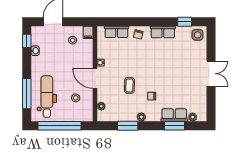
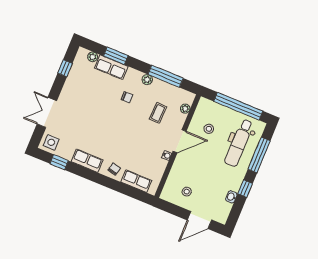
filing cabinet: (88, 32) -> (167, 193), removed
window: (27, 41) -> (245, 189), moved
double door: (211, 74) -> (47, 112), moved
door: (95, 78) -> (180, 141), hinge flipped
coffee table: (129, 85) -> (158, 113), moved
window: (211, 99) -> (65, 68), added
window: (128, 126) -> (166, 76), width x1.44

